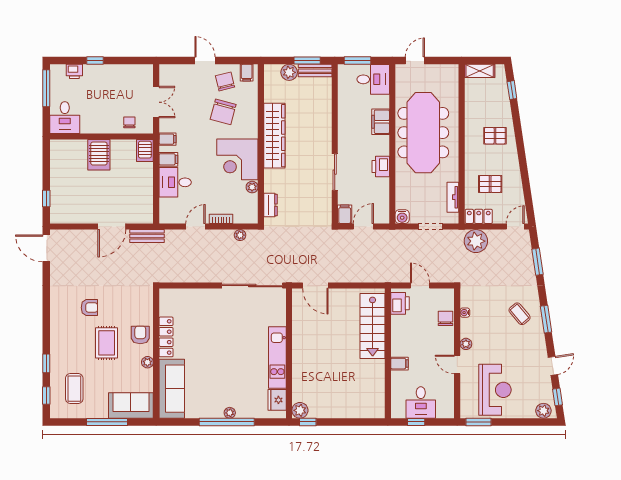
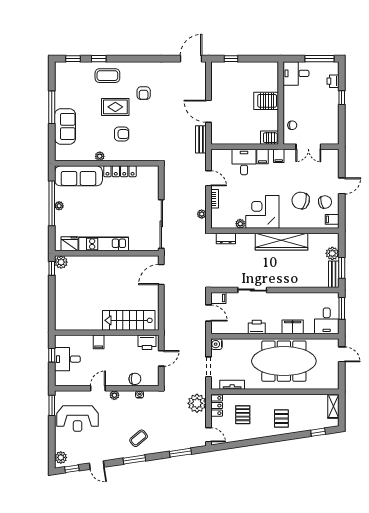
locker: (166, 337) -> (120, 171), moved
wall: (156, 353) -> (107, 163), moved
plant: (147, 362) -> (100, 156), moved
coffee table: (74, 389) -> (107, 76), moved
sofa: (172, 389) -> (79, 176), moved

